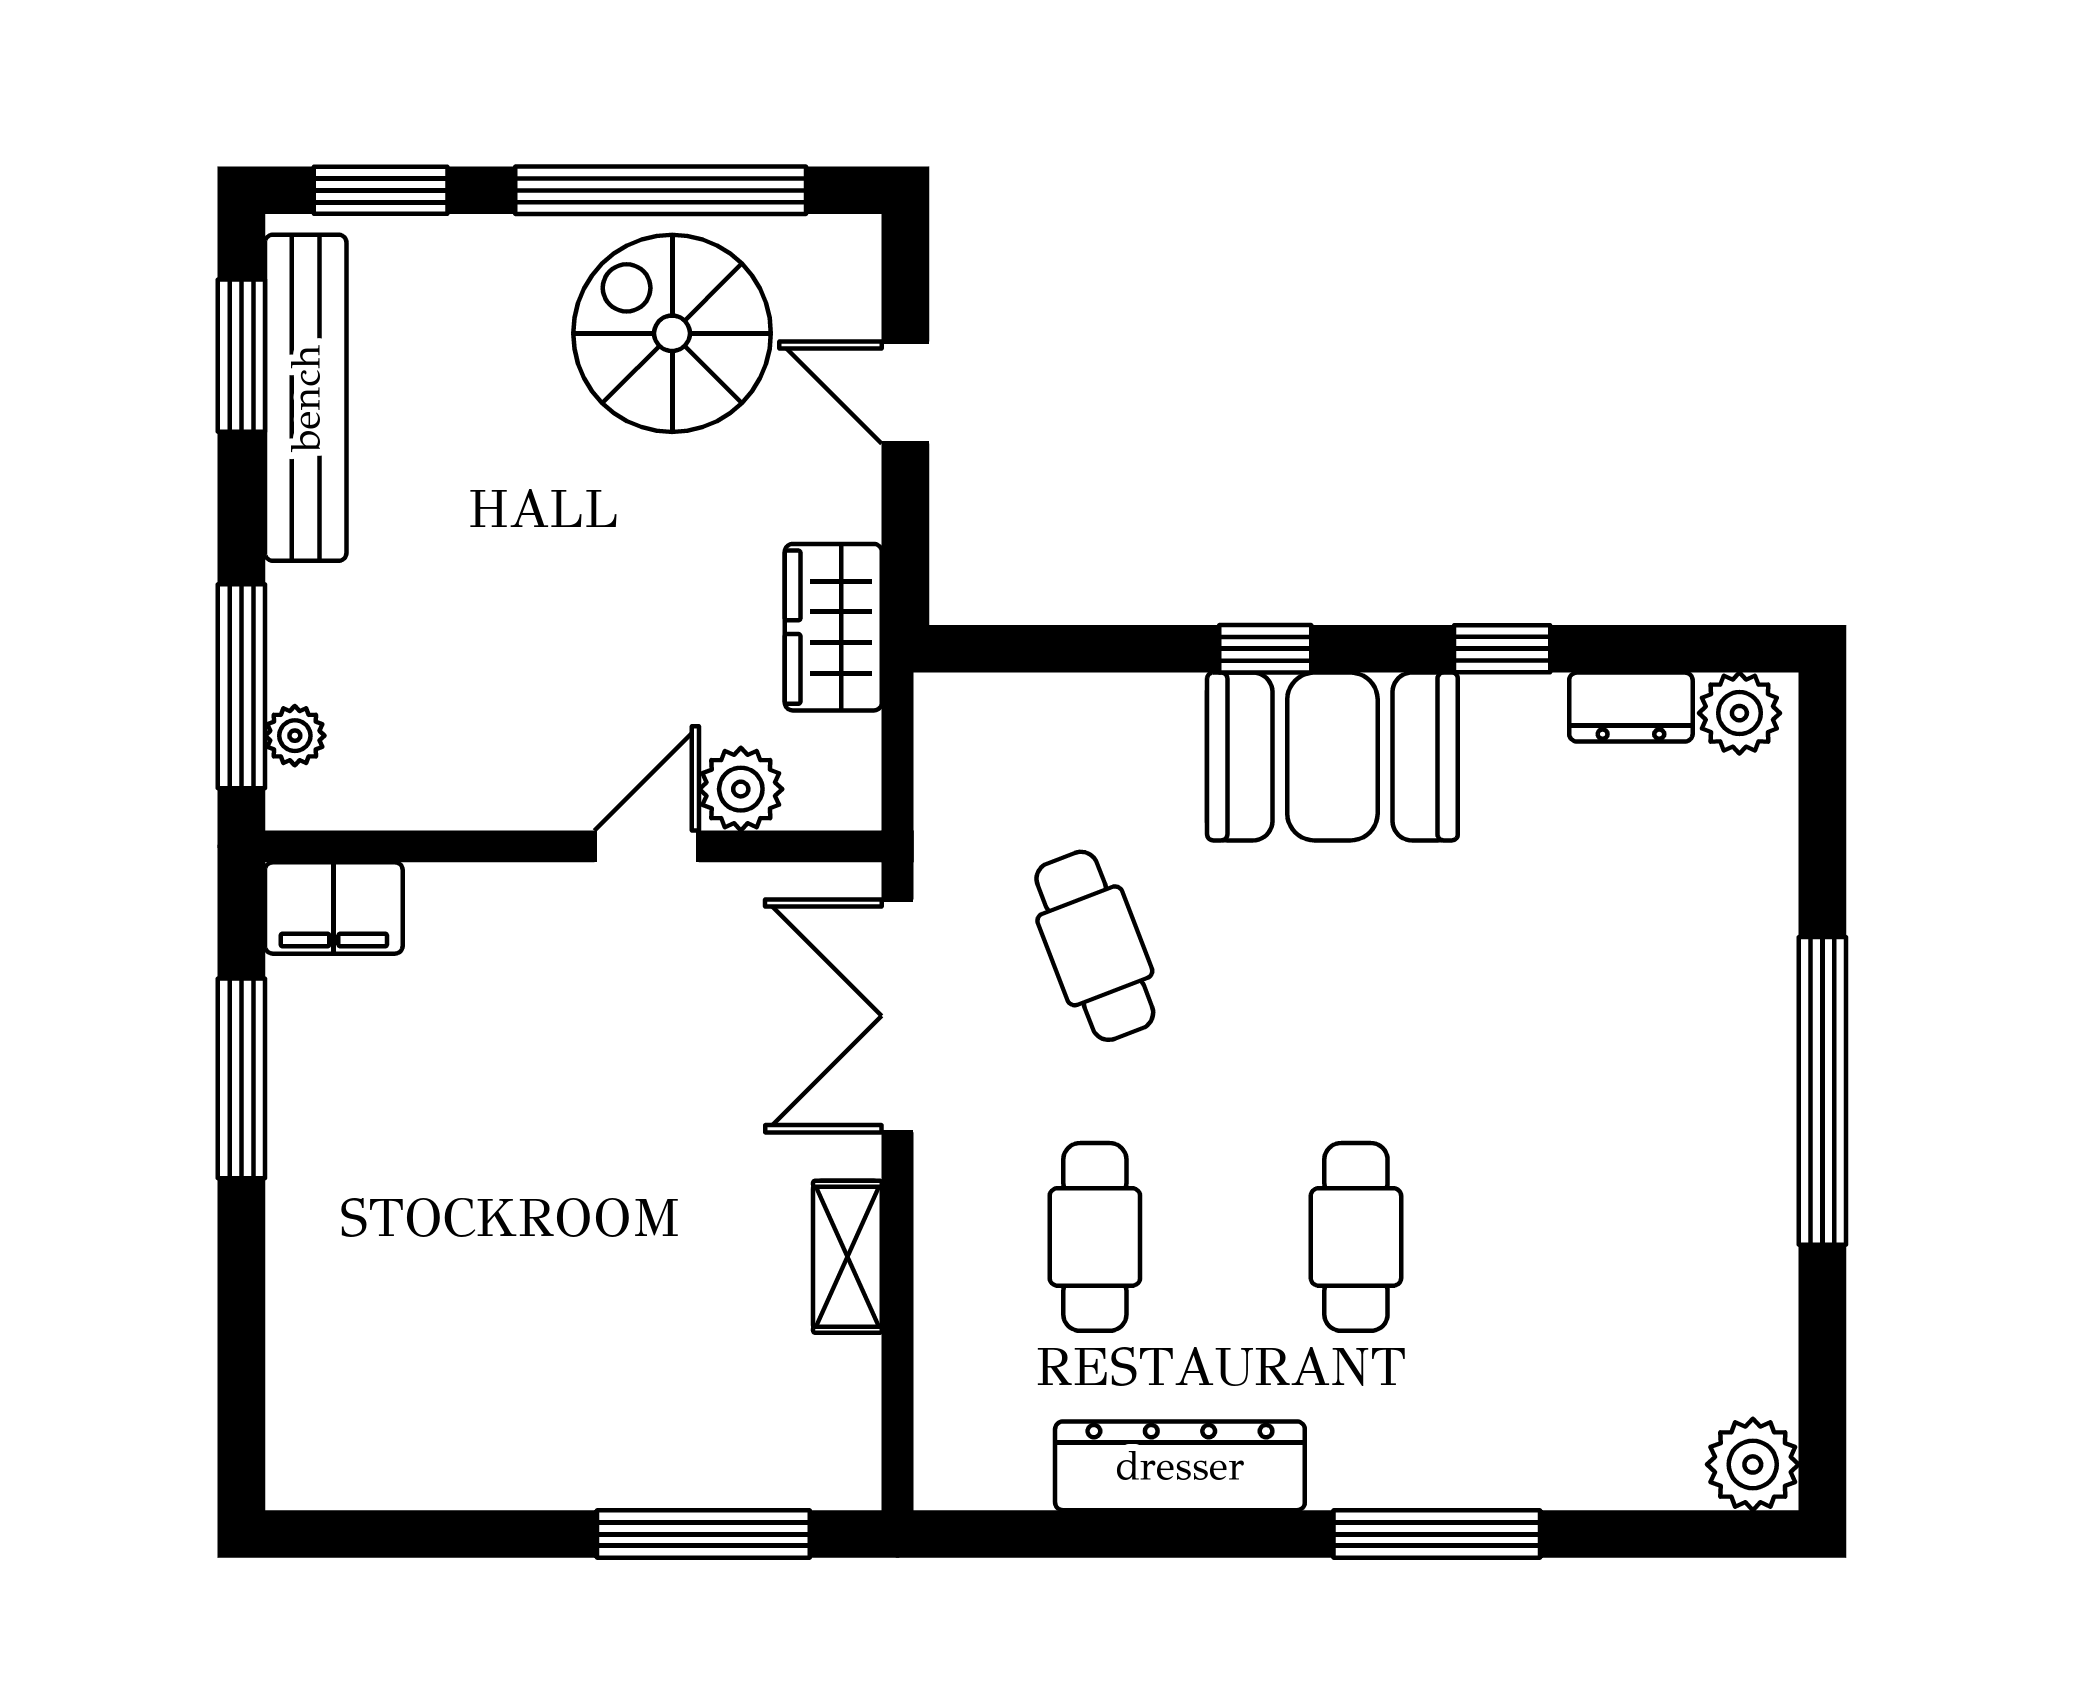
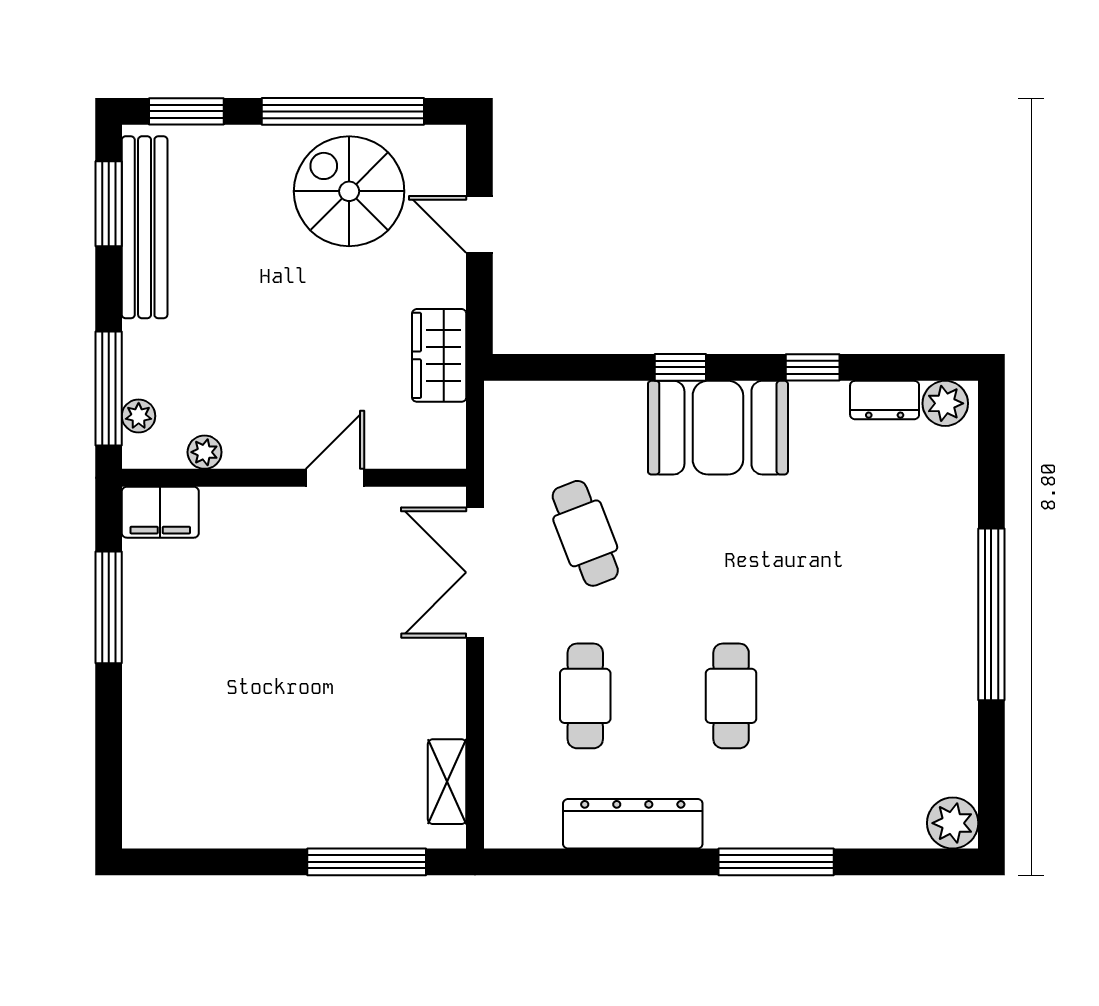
plant: (741, 789) -> (205, 452), moved, width x0.73, depth x0.73
shelving: (847, 1257) -> (447, 782), moved

